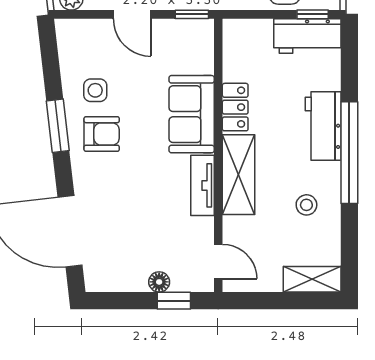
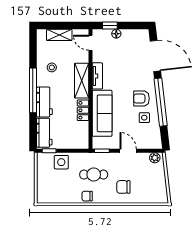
workbench: (307, 36) -> (44, 133), moved, turned 90
sofa: (192, 114) -> (102, 113), width x1.36
window: (58, 126) -> (161, 102), width x2.11
shelving: (312, 279) -> (59, 35), moved

